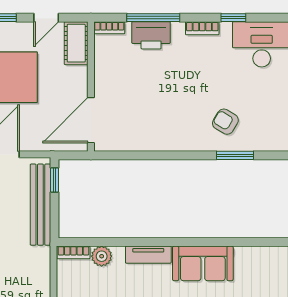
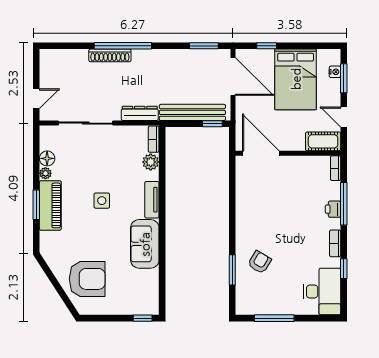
printer: (151, 35) -> (333, 209), width x0.53, depth x0.68
dresser: (42, 270) -> (140, 113), added

